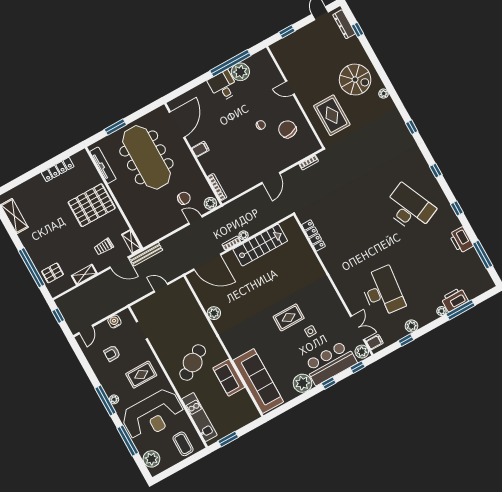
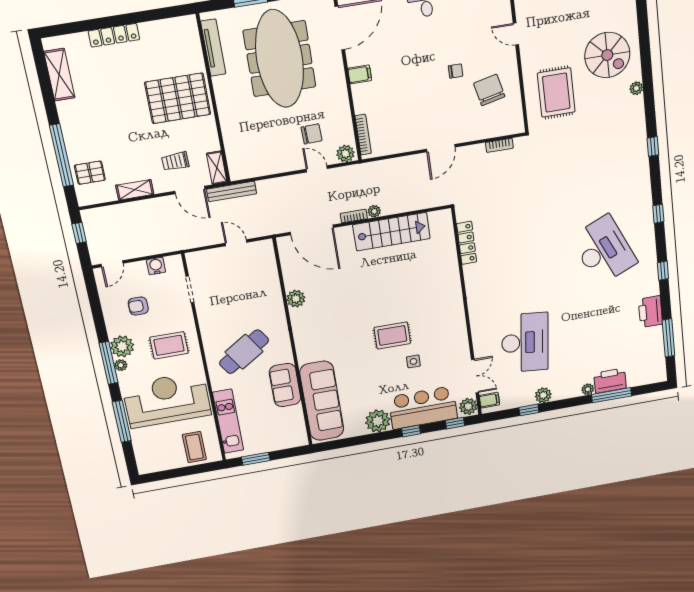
locker: (58, 169) -> (114, 35), moved
reception desk: (153, 415) -> (167, 400), turned 180
plant: (151, 459) -> (122, 346), moved

